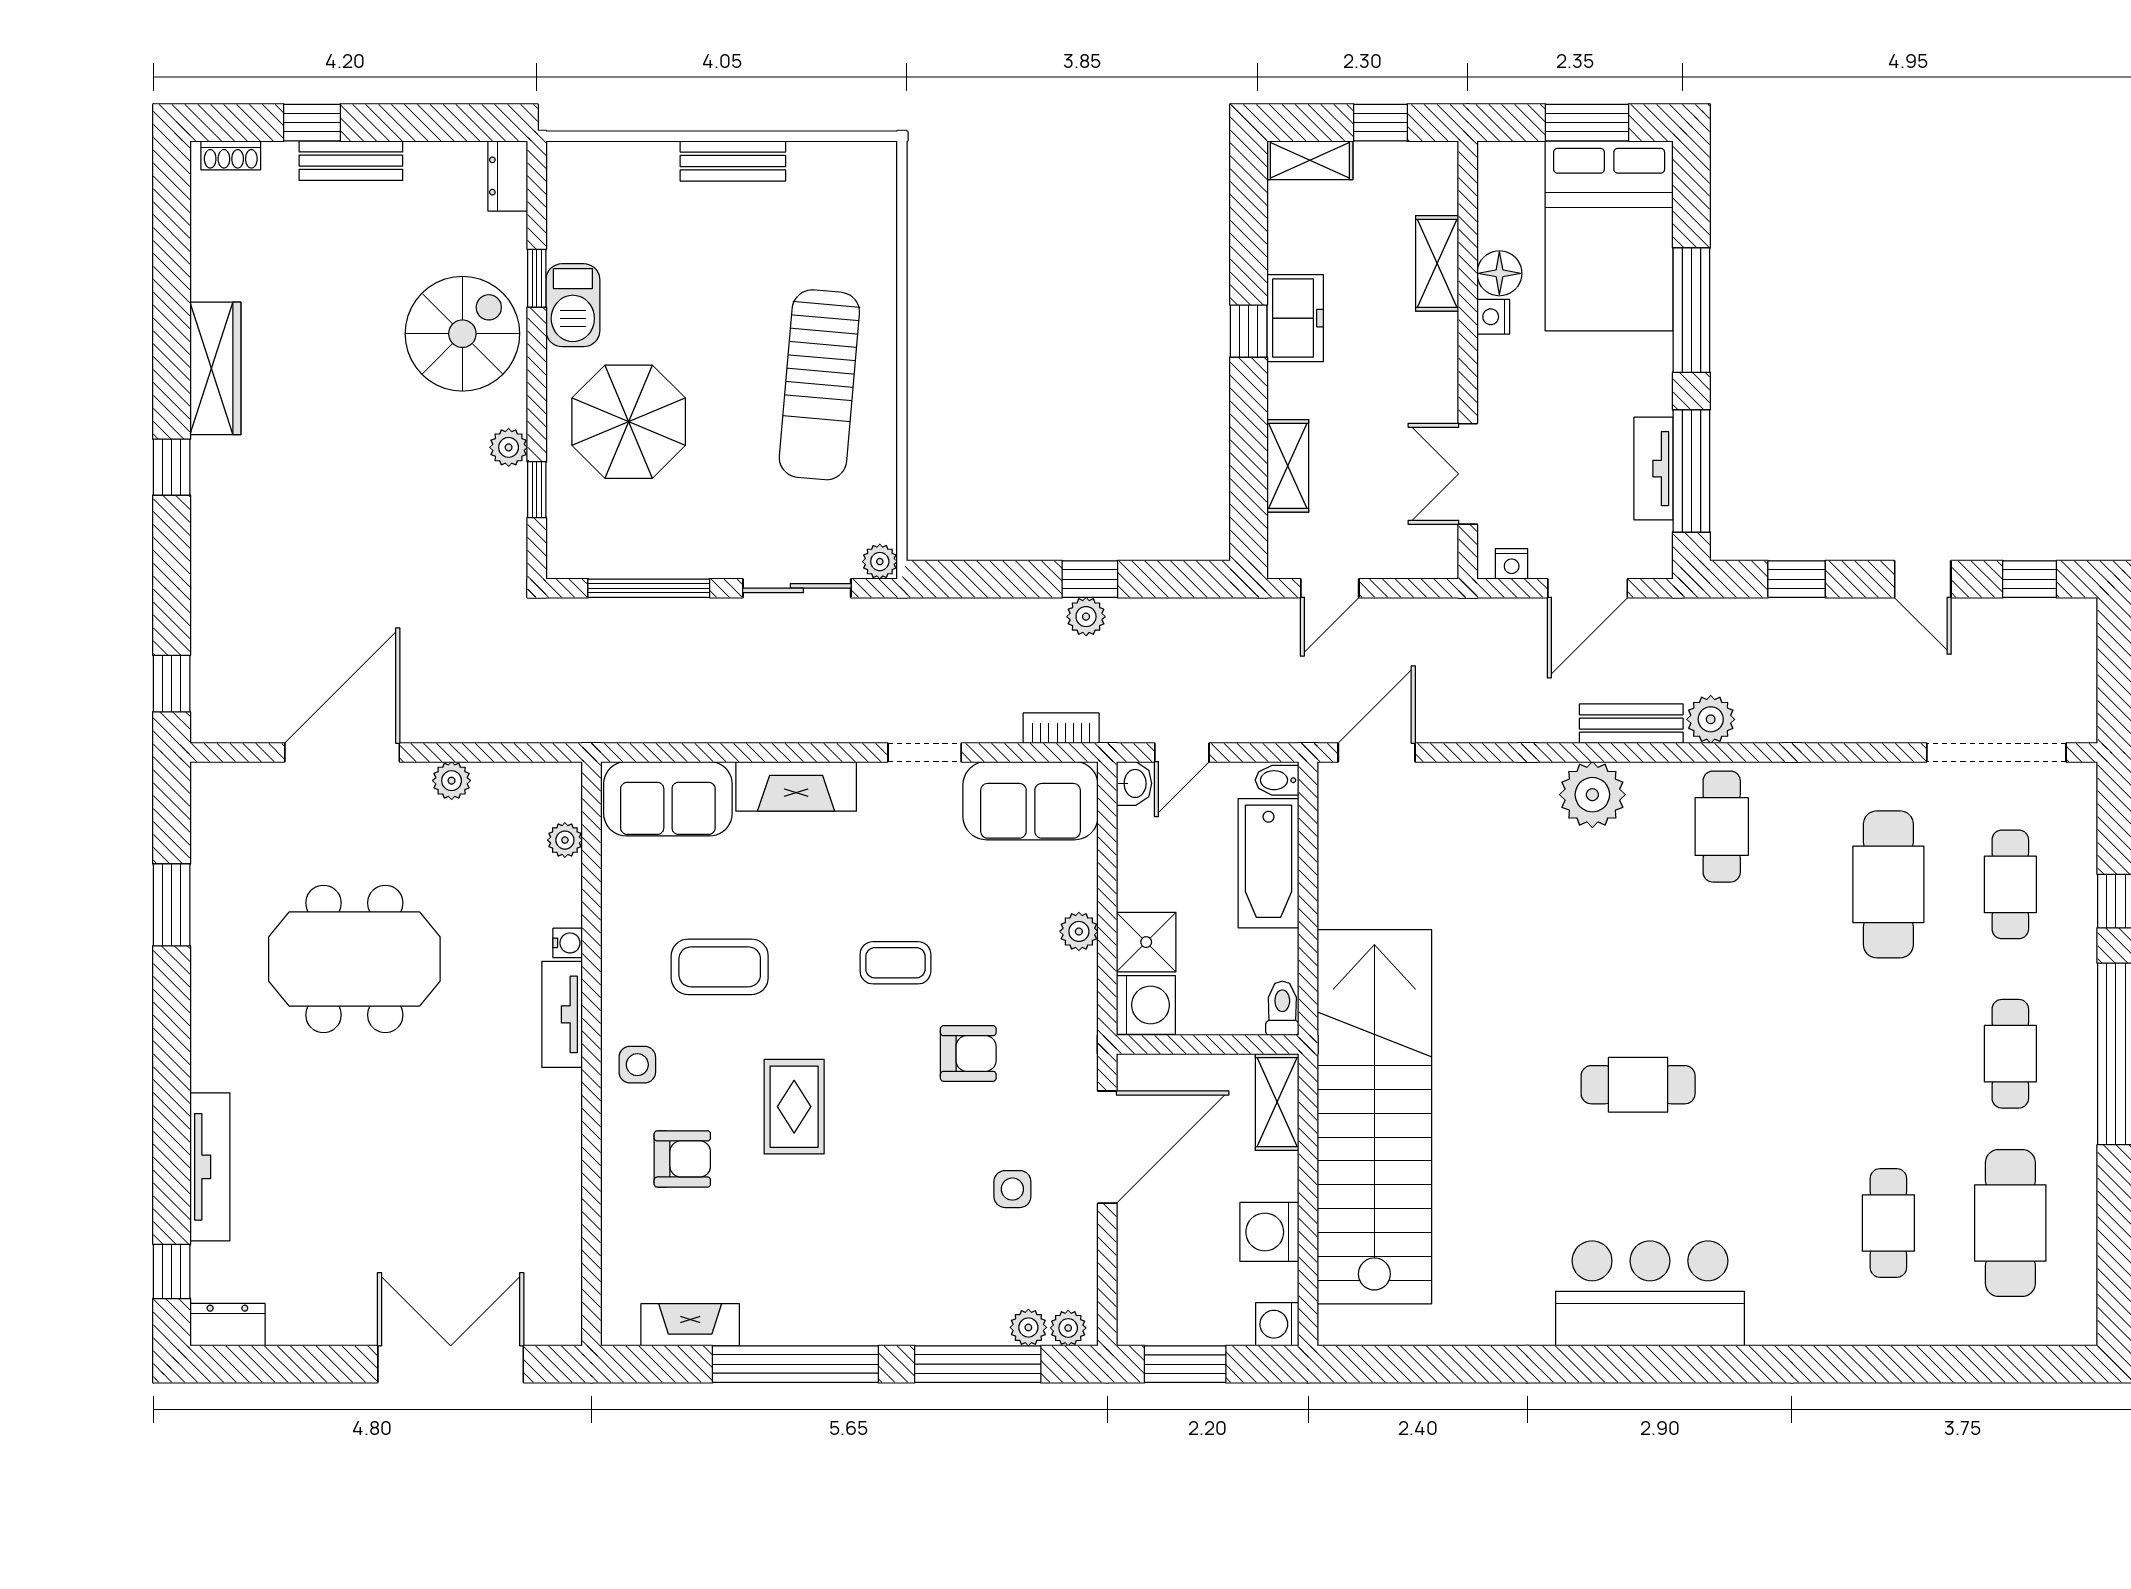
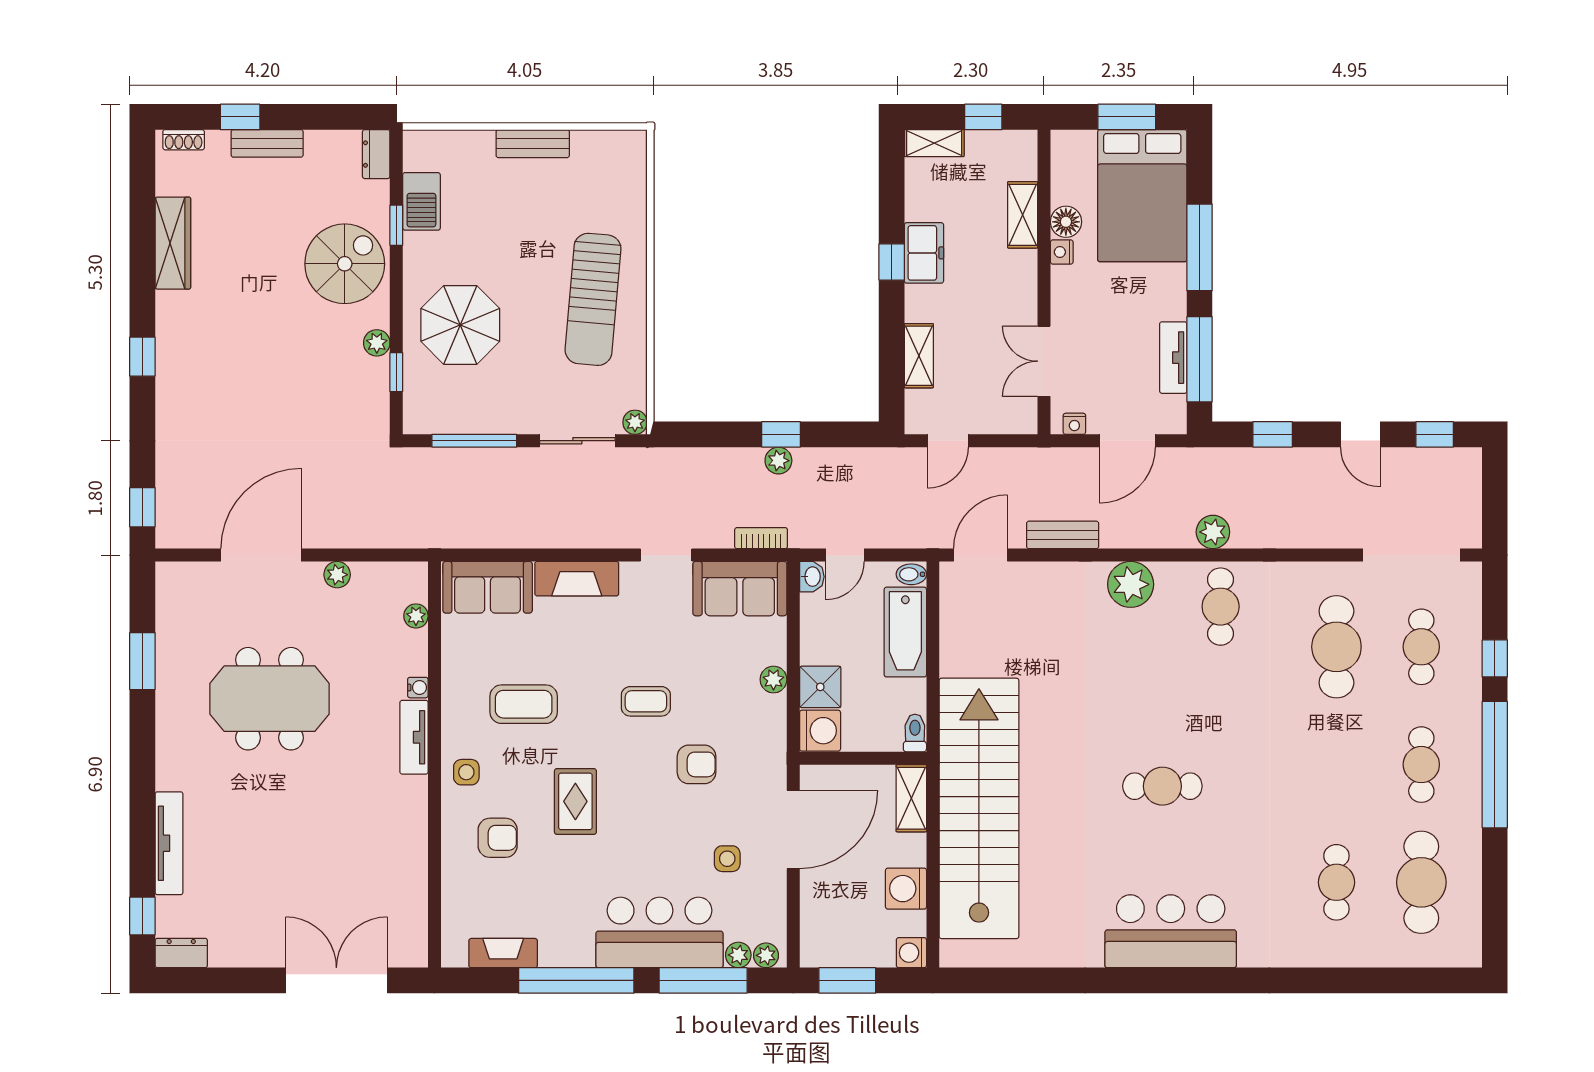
barbecue: (573, 305) -> (421, 201), moved
wardrobe: (215, 368) -> (173, 243), moved
bench: (1631, 724) -> (1063, 535), moved
bar counter: (915, 1295) -> (659, 932), added

